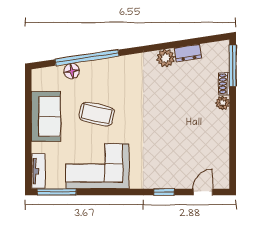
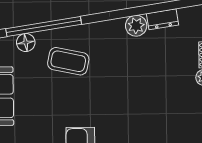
coffee table: (97, 114) -> (68, 61), moved

